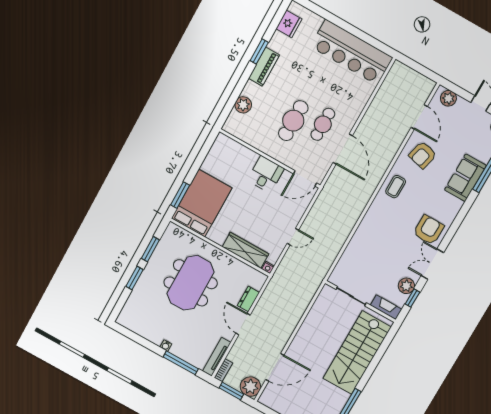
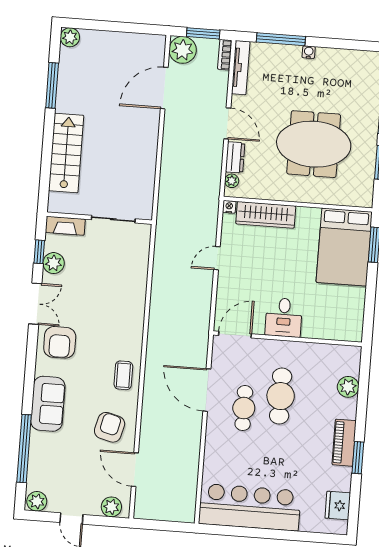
sofa: (465, 178) -> (48, 404), moved
meeting table: (191, 283) -> (314, 144), turned 90
plant: (258, 284) -> (232, 181), added
stairs: (357, 353) -> (66, 153), width x0.73, depth x0.66

